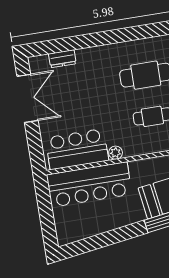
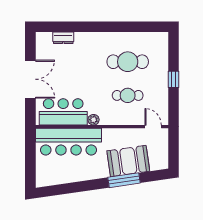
double door: (28, 98) -> (30, 79), moved

